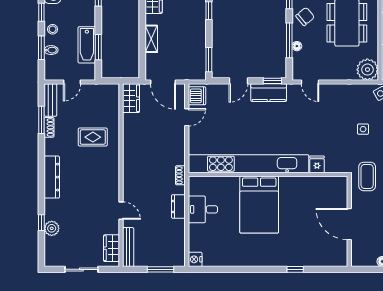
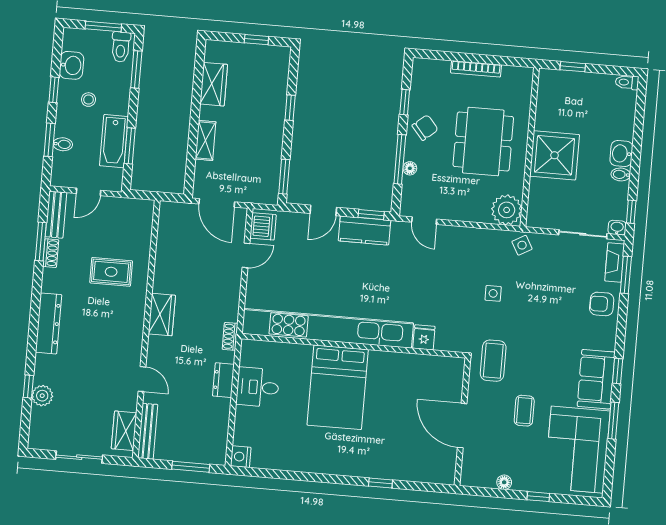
stool: (53, 29) -> (89, 100), moved
wardrobe: (131, 98) -> (162, 315), moved

